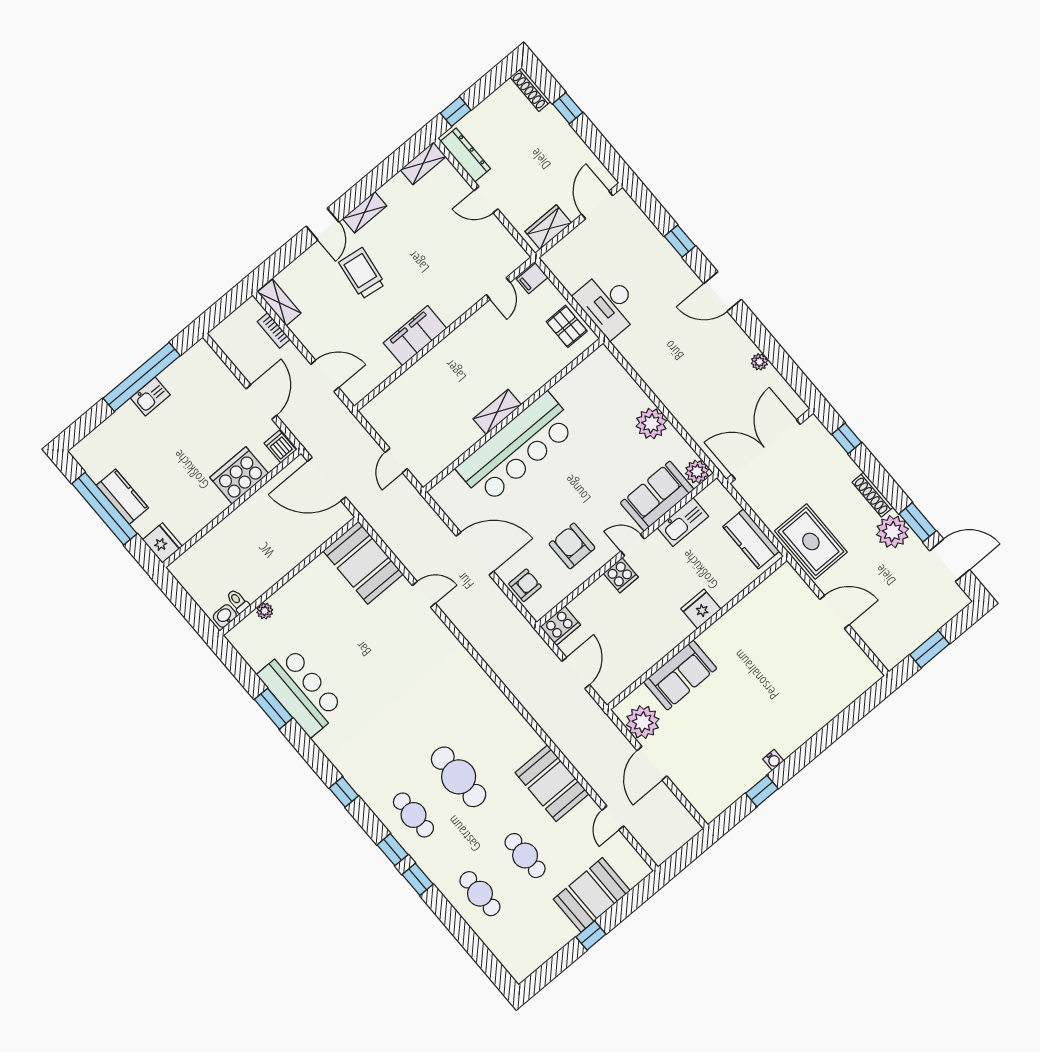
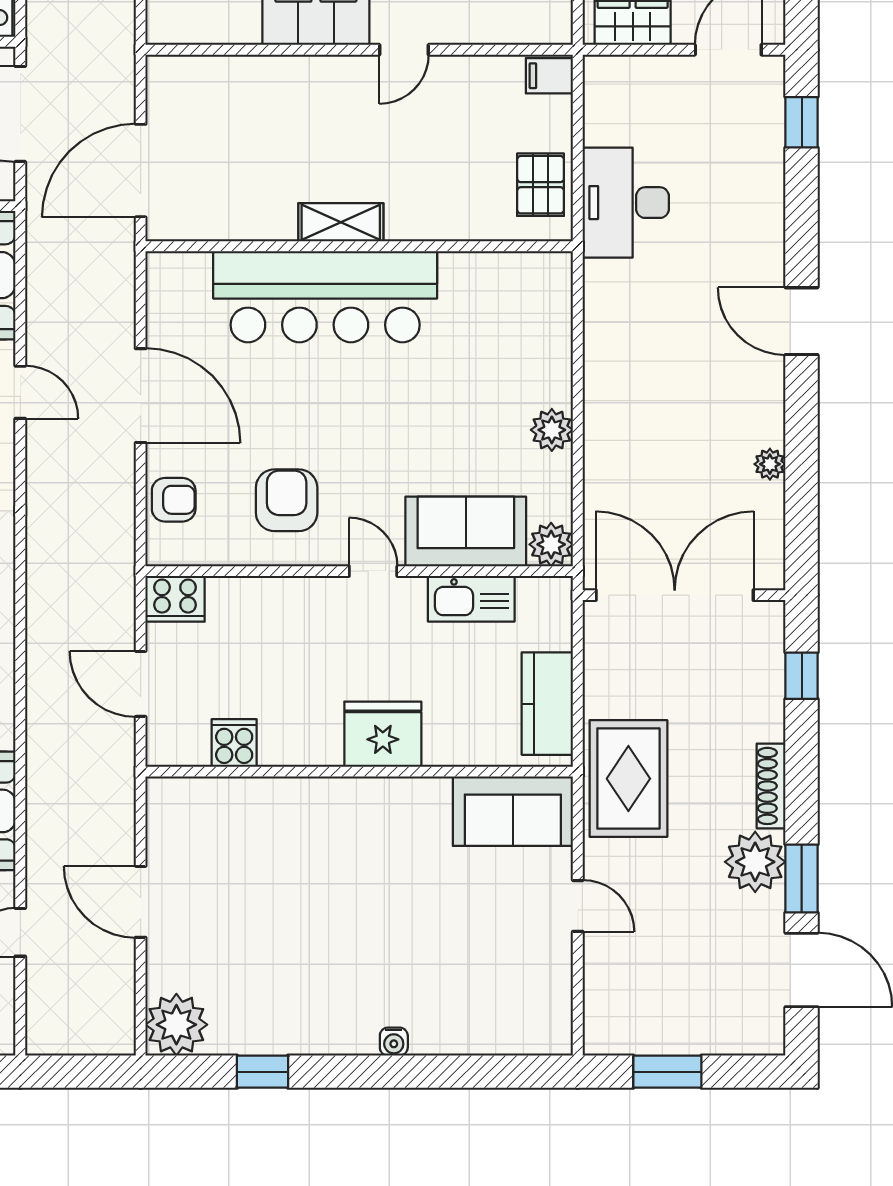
window: (680, 241) -> (802, 122), moved
door: (498, 289) -> (404, 50), moved
plant: (651, 424) -> (552, 430), width x0.73, depth x0.73
door: (396, 460) -> (141, 171), width x1.87
cooker: (621, 575) -> (234, 743), moved, turned 180
fridge: (701, 609) -> (383, 734), width x1.36, depth x1.34
door: (834, 612) -> (578, 906), width x0.73
door: (576, 673) -> (141, 684), swing flipped
sofa: (680, 675) -> (513, 811), moved
plant: (643, 722) -> (176, 1025), moved
water cooler: (773, 760) -> (394, 1042), moved
door: (652, 763) -> (141, 902), hinge flipped

